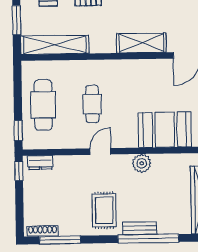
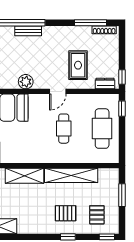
shelving: (55, 45) -> (71, 175), moved
rug: (104, 210) -> (78, 65), moved

